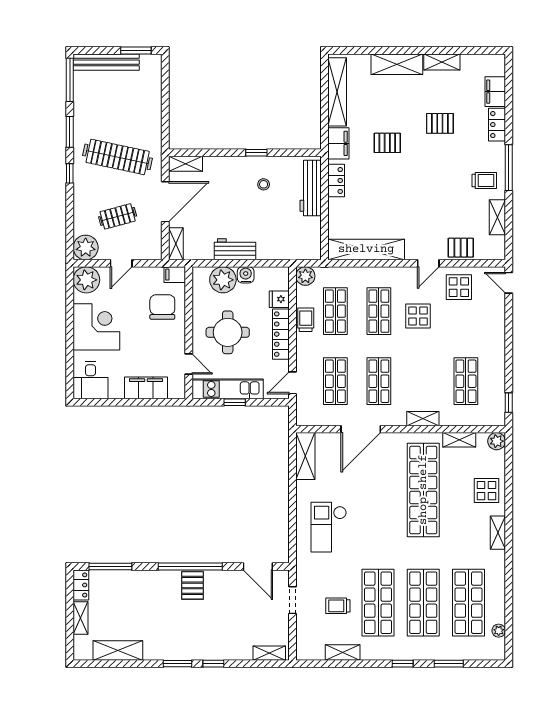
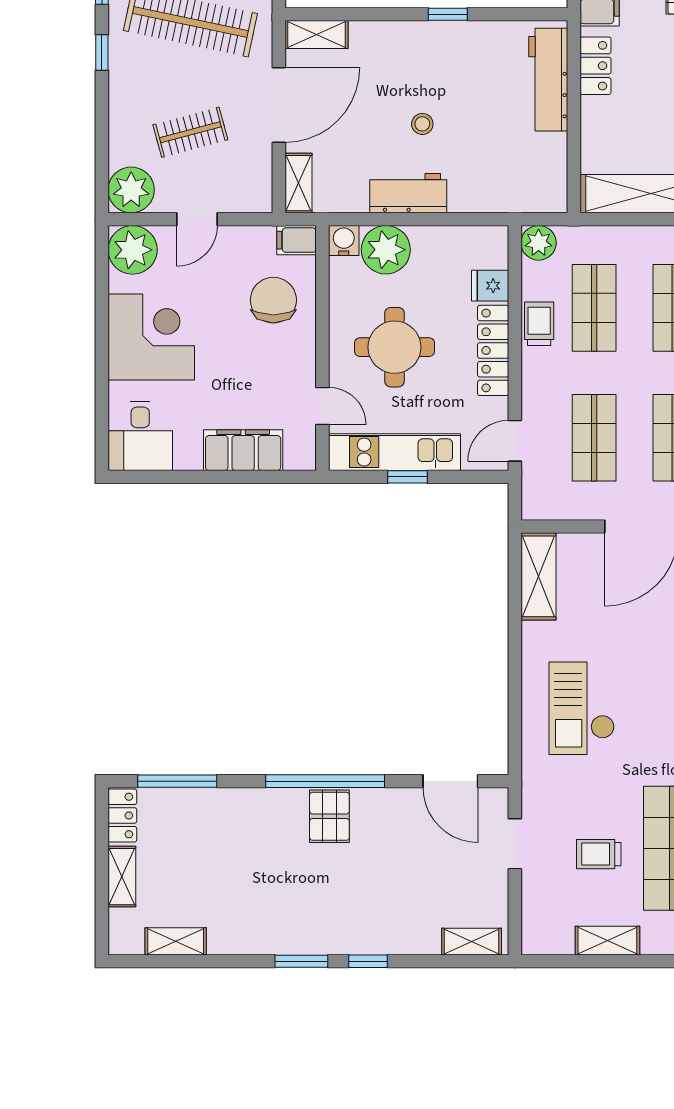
stool: (264, 184) -> (422, 124), moved
water cooler: (246, 275) -> (344, 241), moved
shelving: (118, 650) -> (176, 941), width x0.67, depth x0.75

